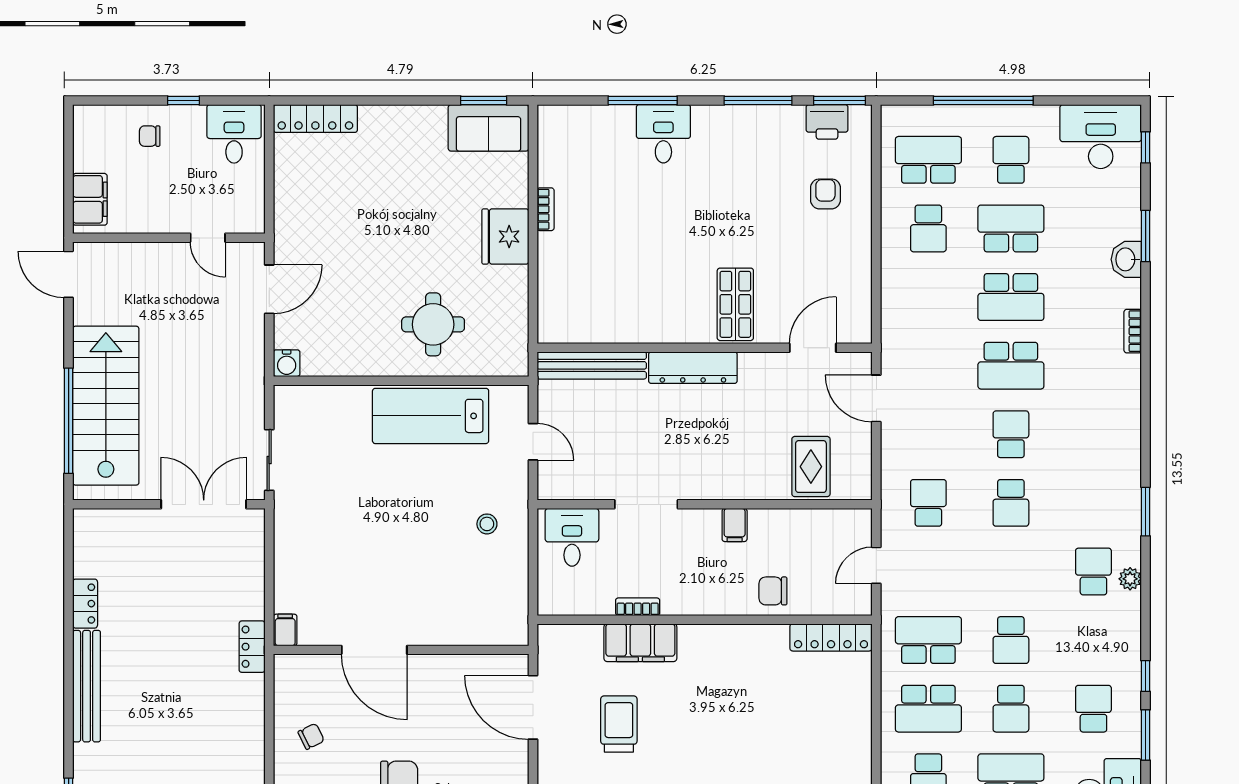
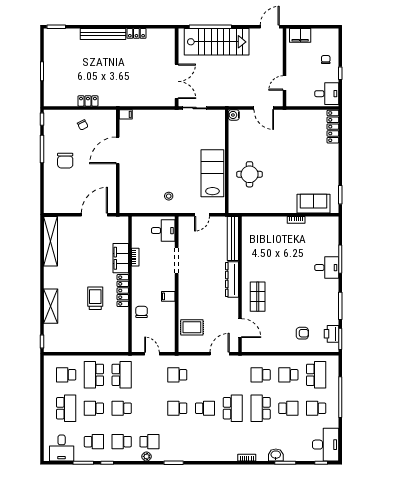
sofa: (488, 128) -> (314, 204), moved, turned 90
school desk: (1011, 160) -> (316, 408), turned 180
school desk: (1011, 228) -> (288, 408), width x0.54
fridge: (505, 236) -> (285, 204), removed
school desk: (928, 297) -> (261, 375), added
shop shelf: (735, 304) -> (258, 297), turned 90
school desk: (1011, 366) -> (233, 408), turned 180
school desk: (928, 503) -> (177, 375), turned 180
locker: (831, 637) -> (123, 291), moved
school desk: (1093, 640) -> (122, 442), added
locker: (252, 647) -> (88, 101), moved
trolley: (619, 724) -> (95, 298), moved, turned -90

